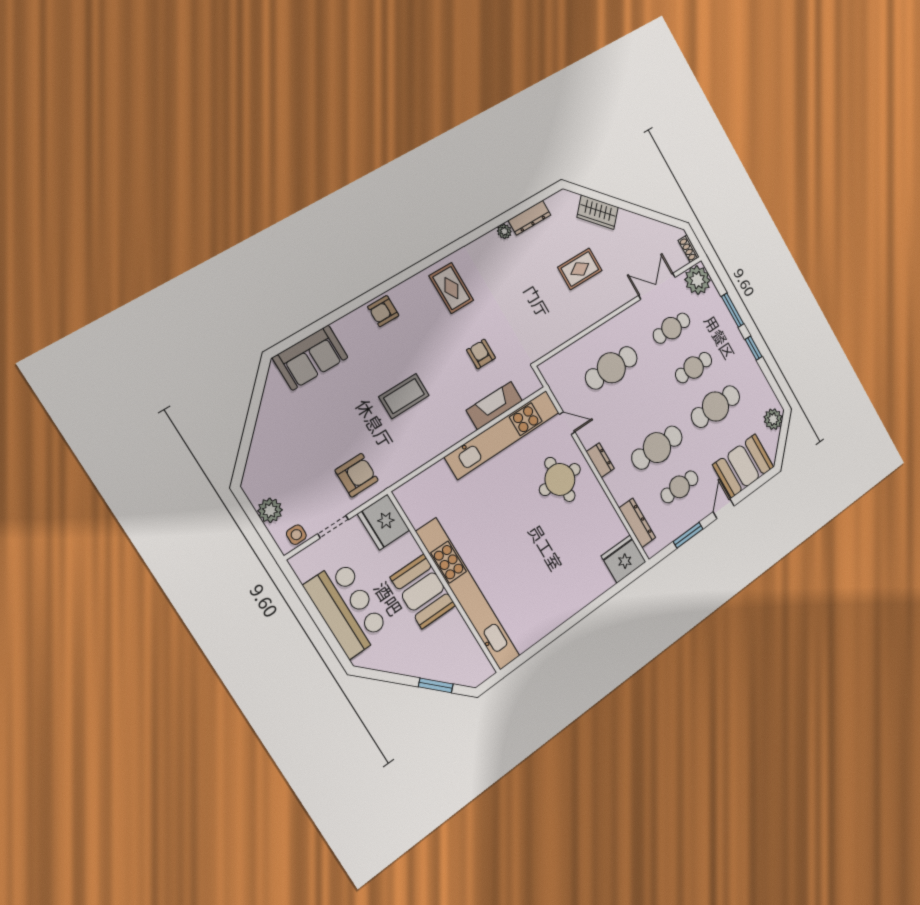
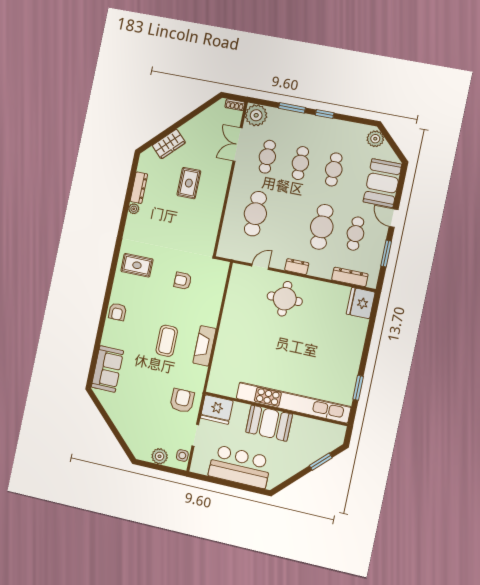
fireplace: (494, 406) -> (204, 346), moved
cafe table: (716, 407) -> (334, 169), width x0.73, depth x0.74
kitchen unit: (503, 434) -> (233, 308), removed
window: (544, 642) -> (358, 388), added

